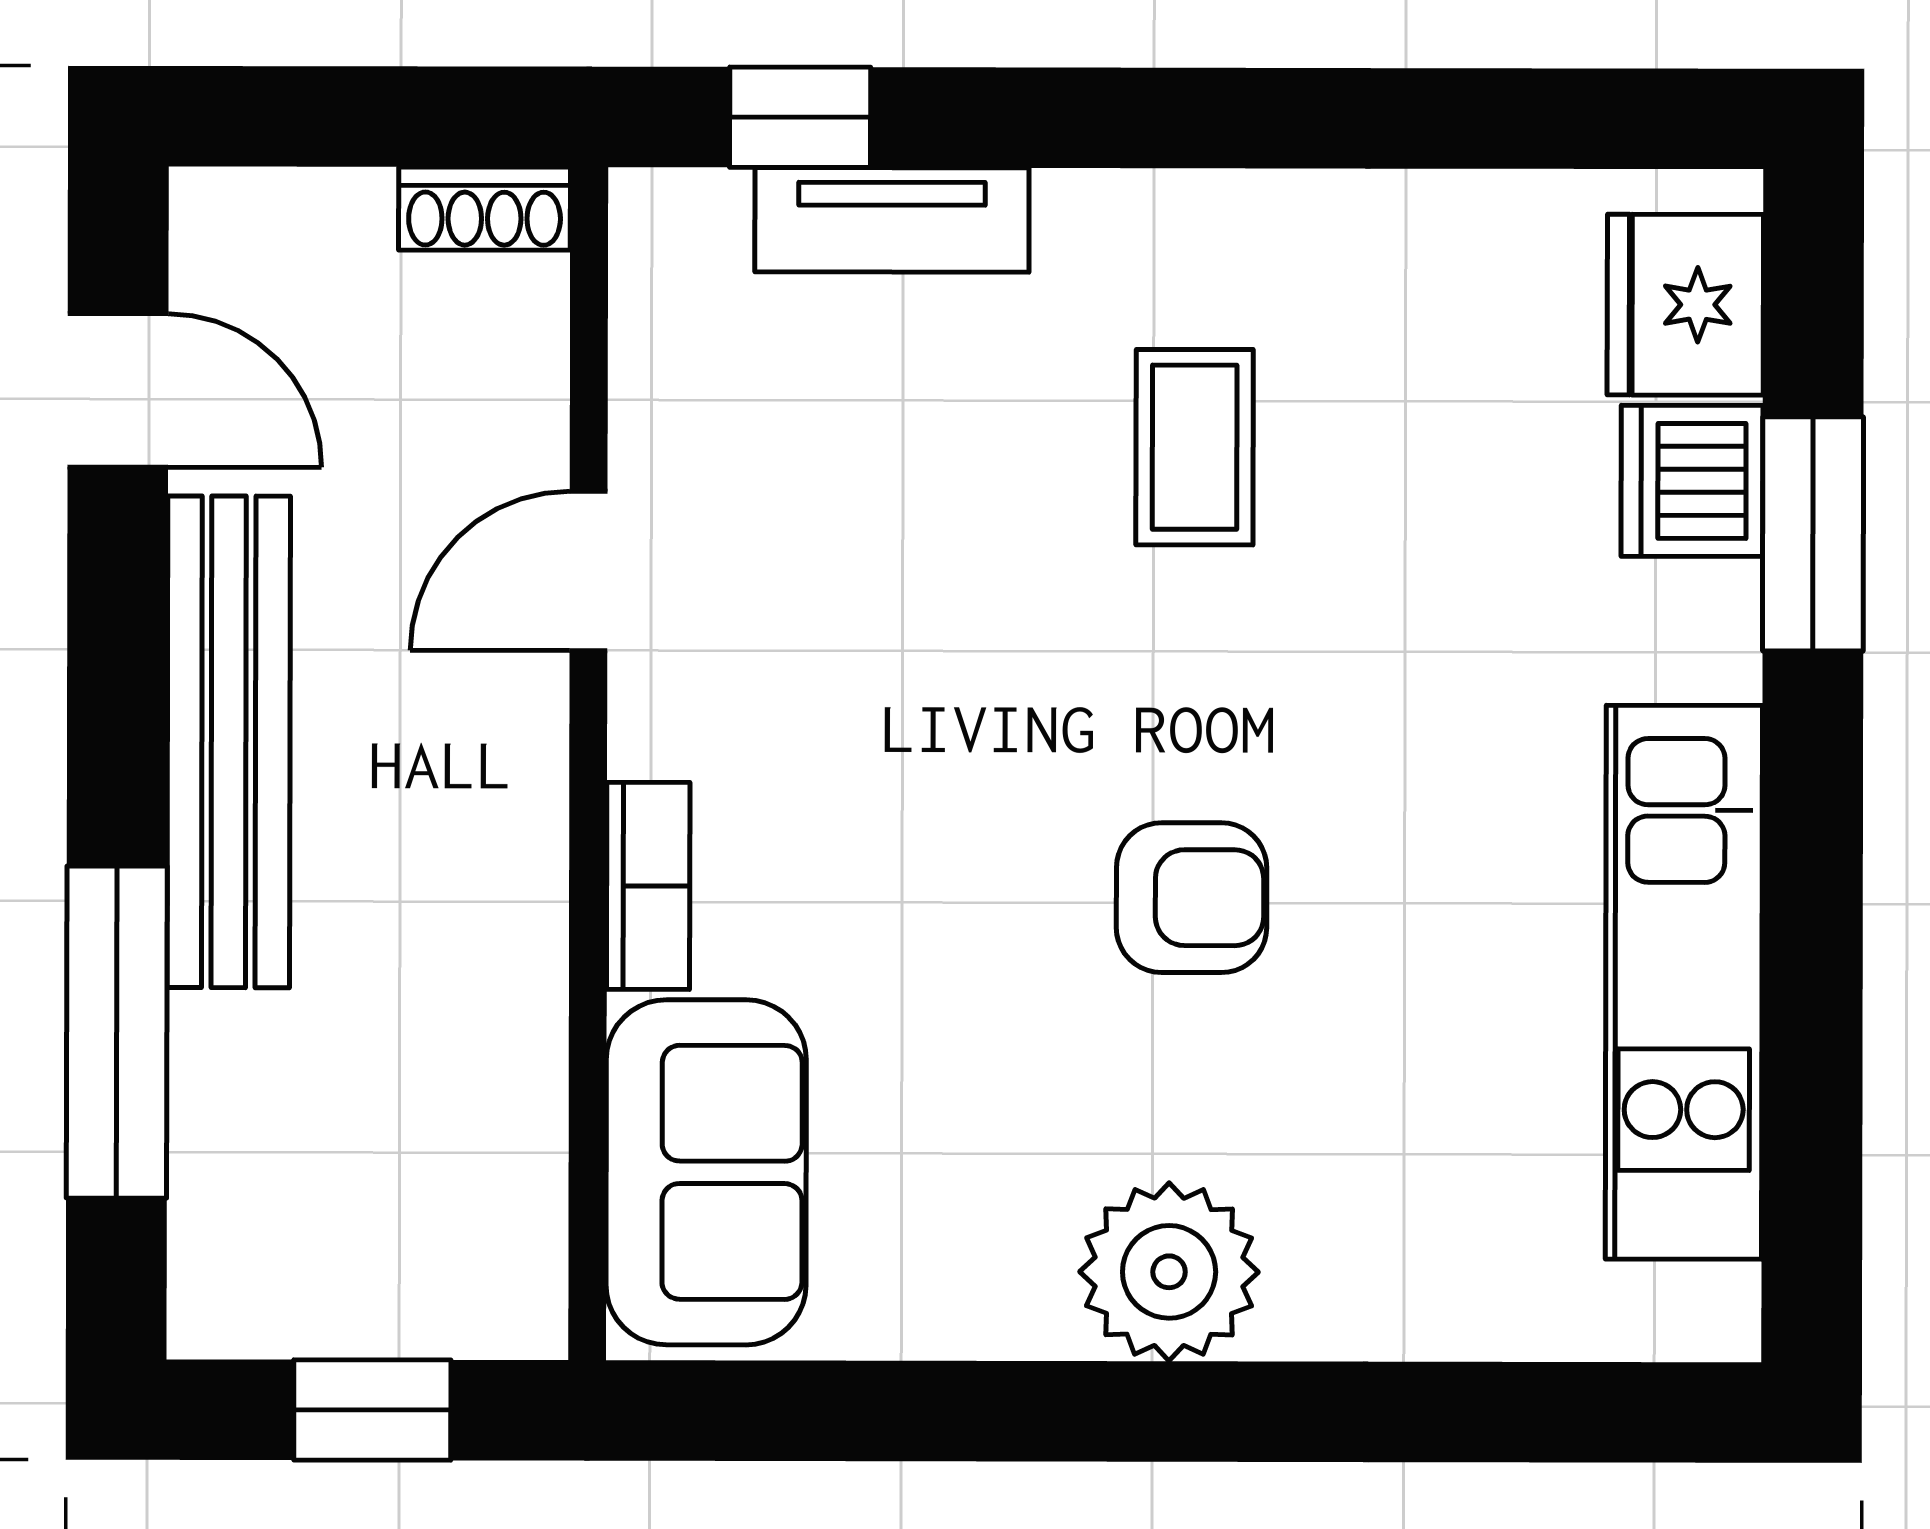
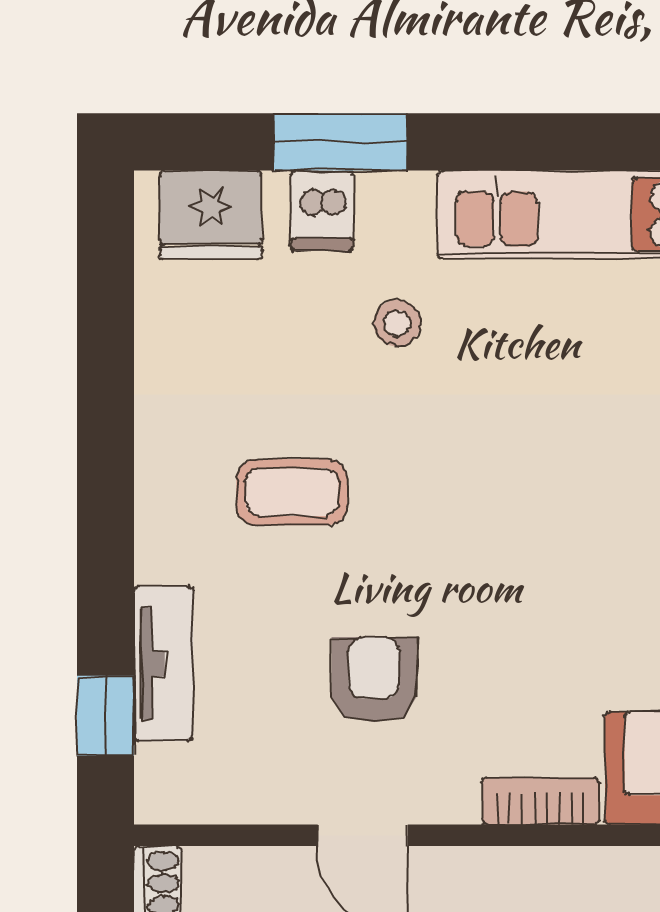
dishwasher: (1692, 481) -> (322, 210), width x0.73
stool: (1493, 634) -> (397, 323), added
armchair: (1192, 898) -> (374, 680), moved

